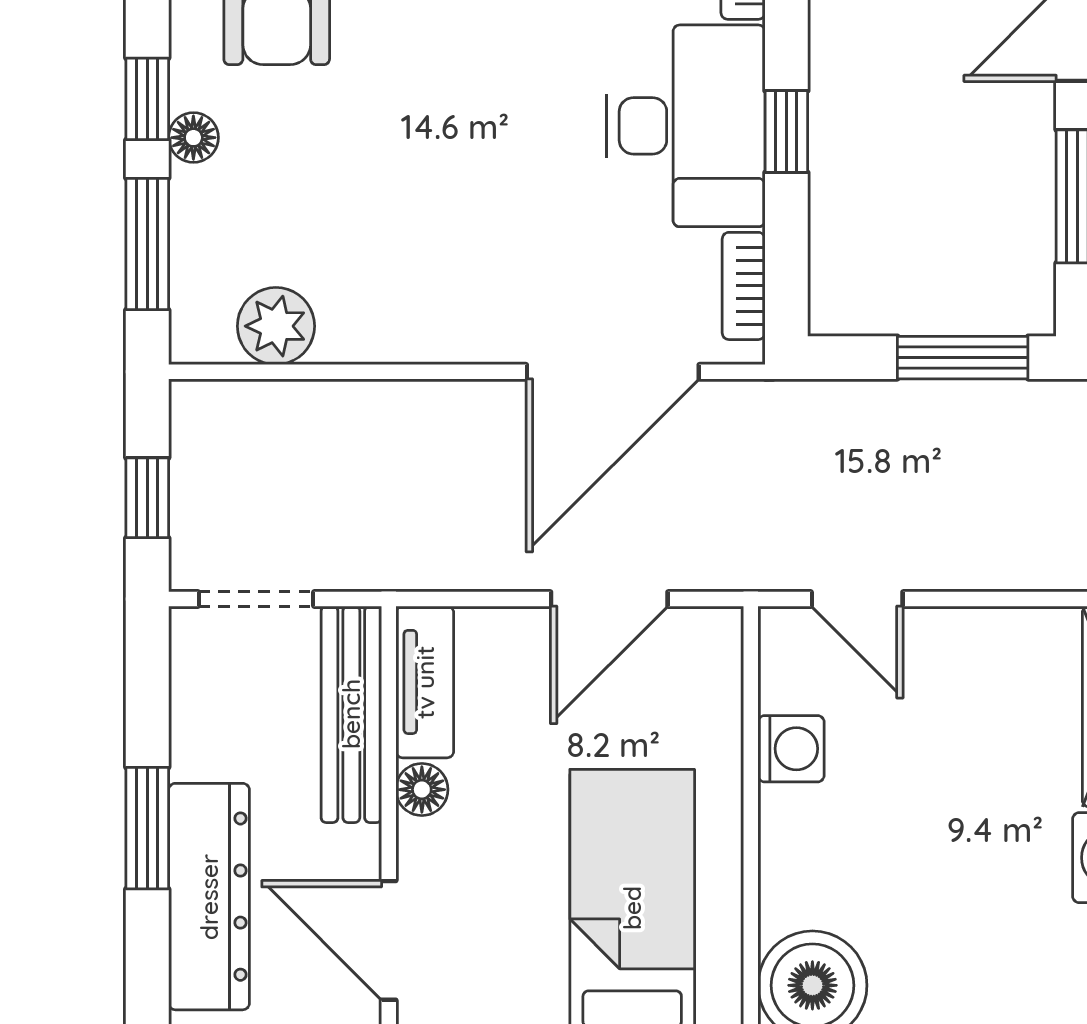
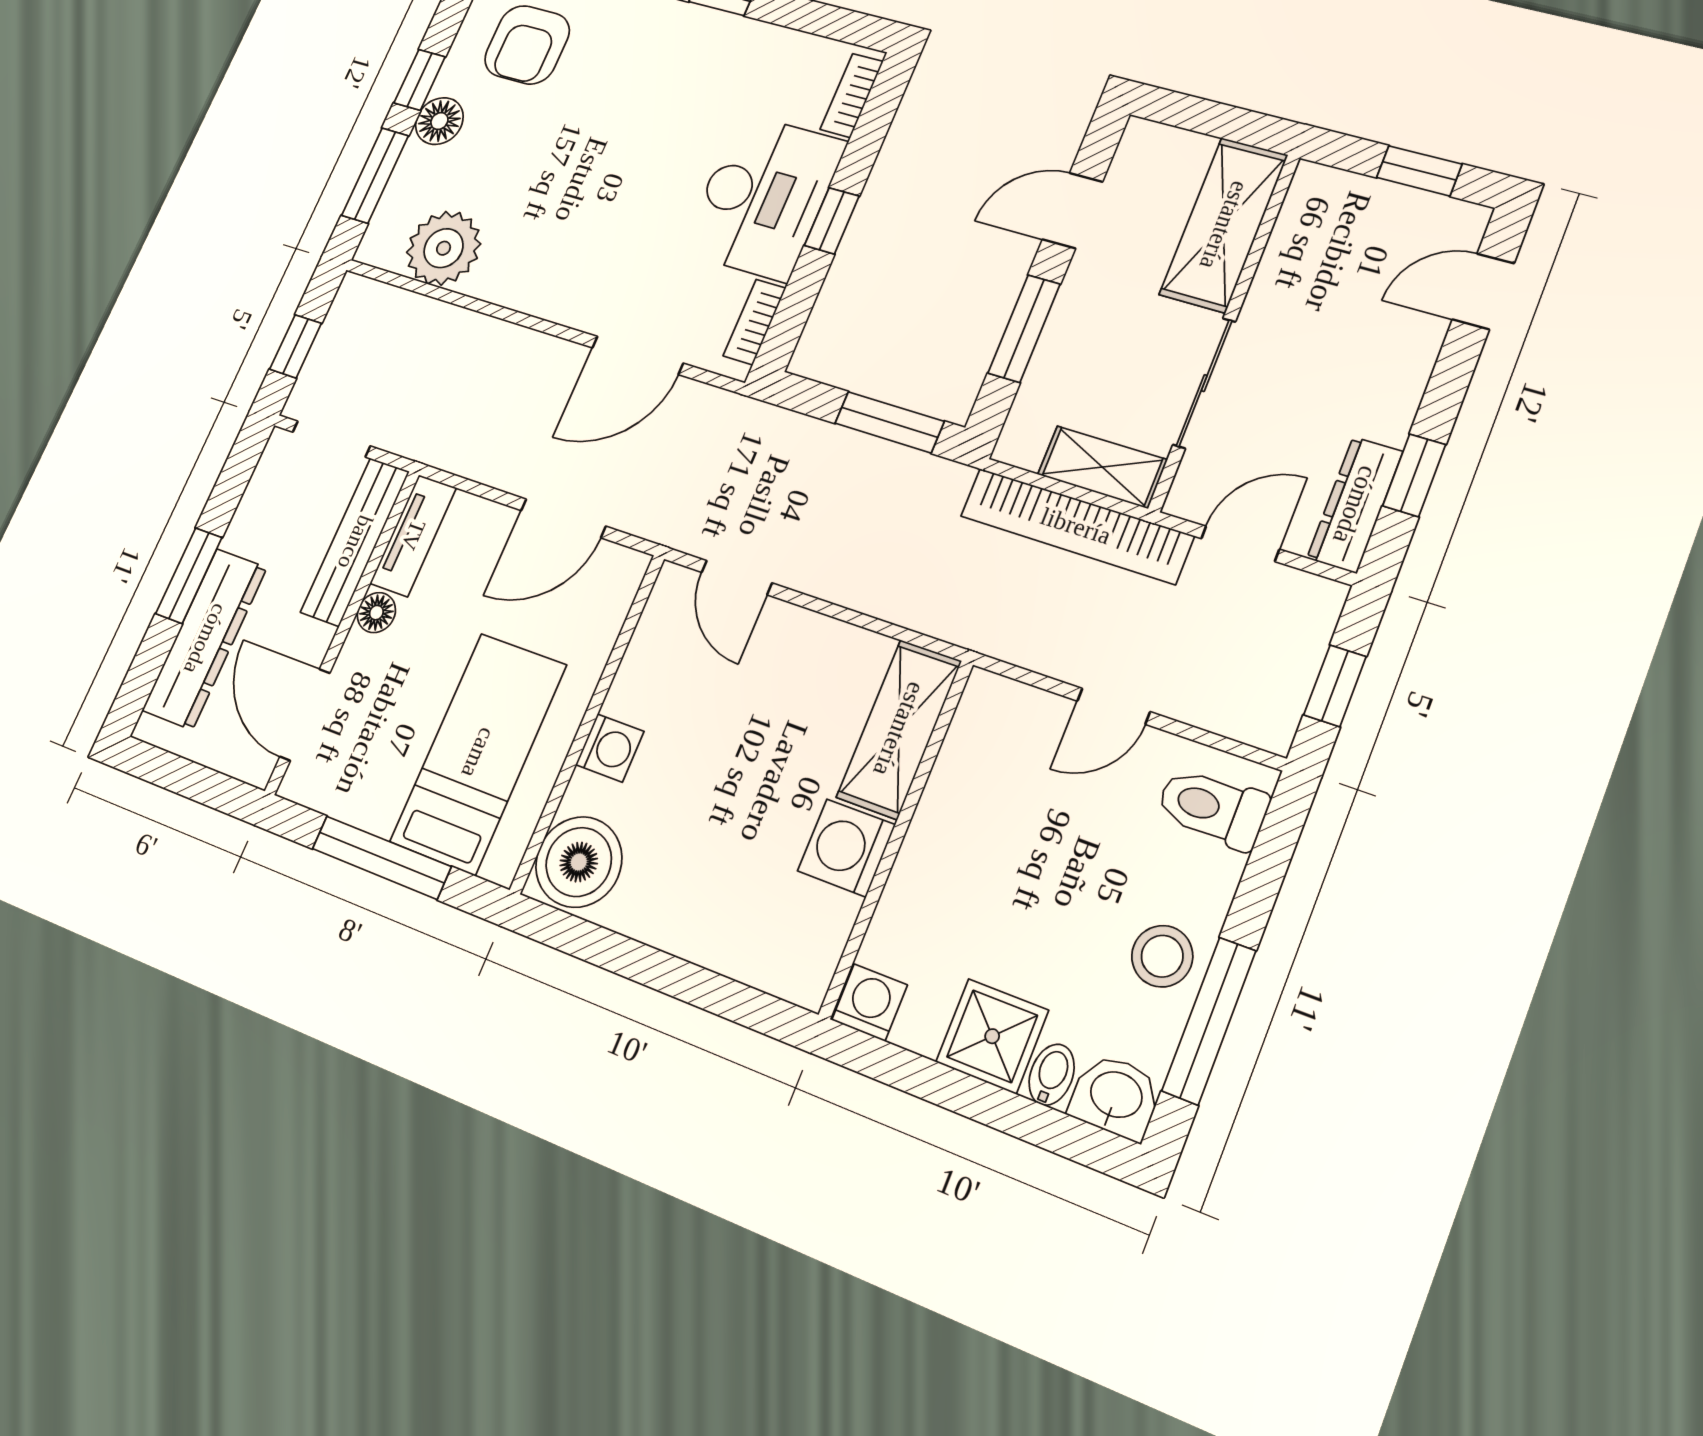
floor lamp: (193, 138) -> (439, 121), width x1.37, depth x1.37
plant: (276, 326) -> (444, 248), width x1.36, depth x1.36
door: (613, 372) -> (638, 355), width x0.73
washing machine: (791, 749) -> (610, 748), moved

